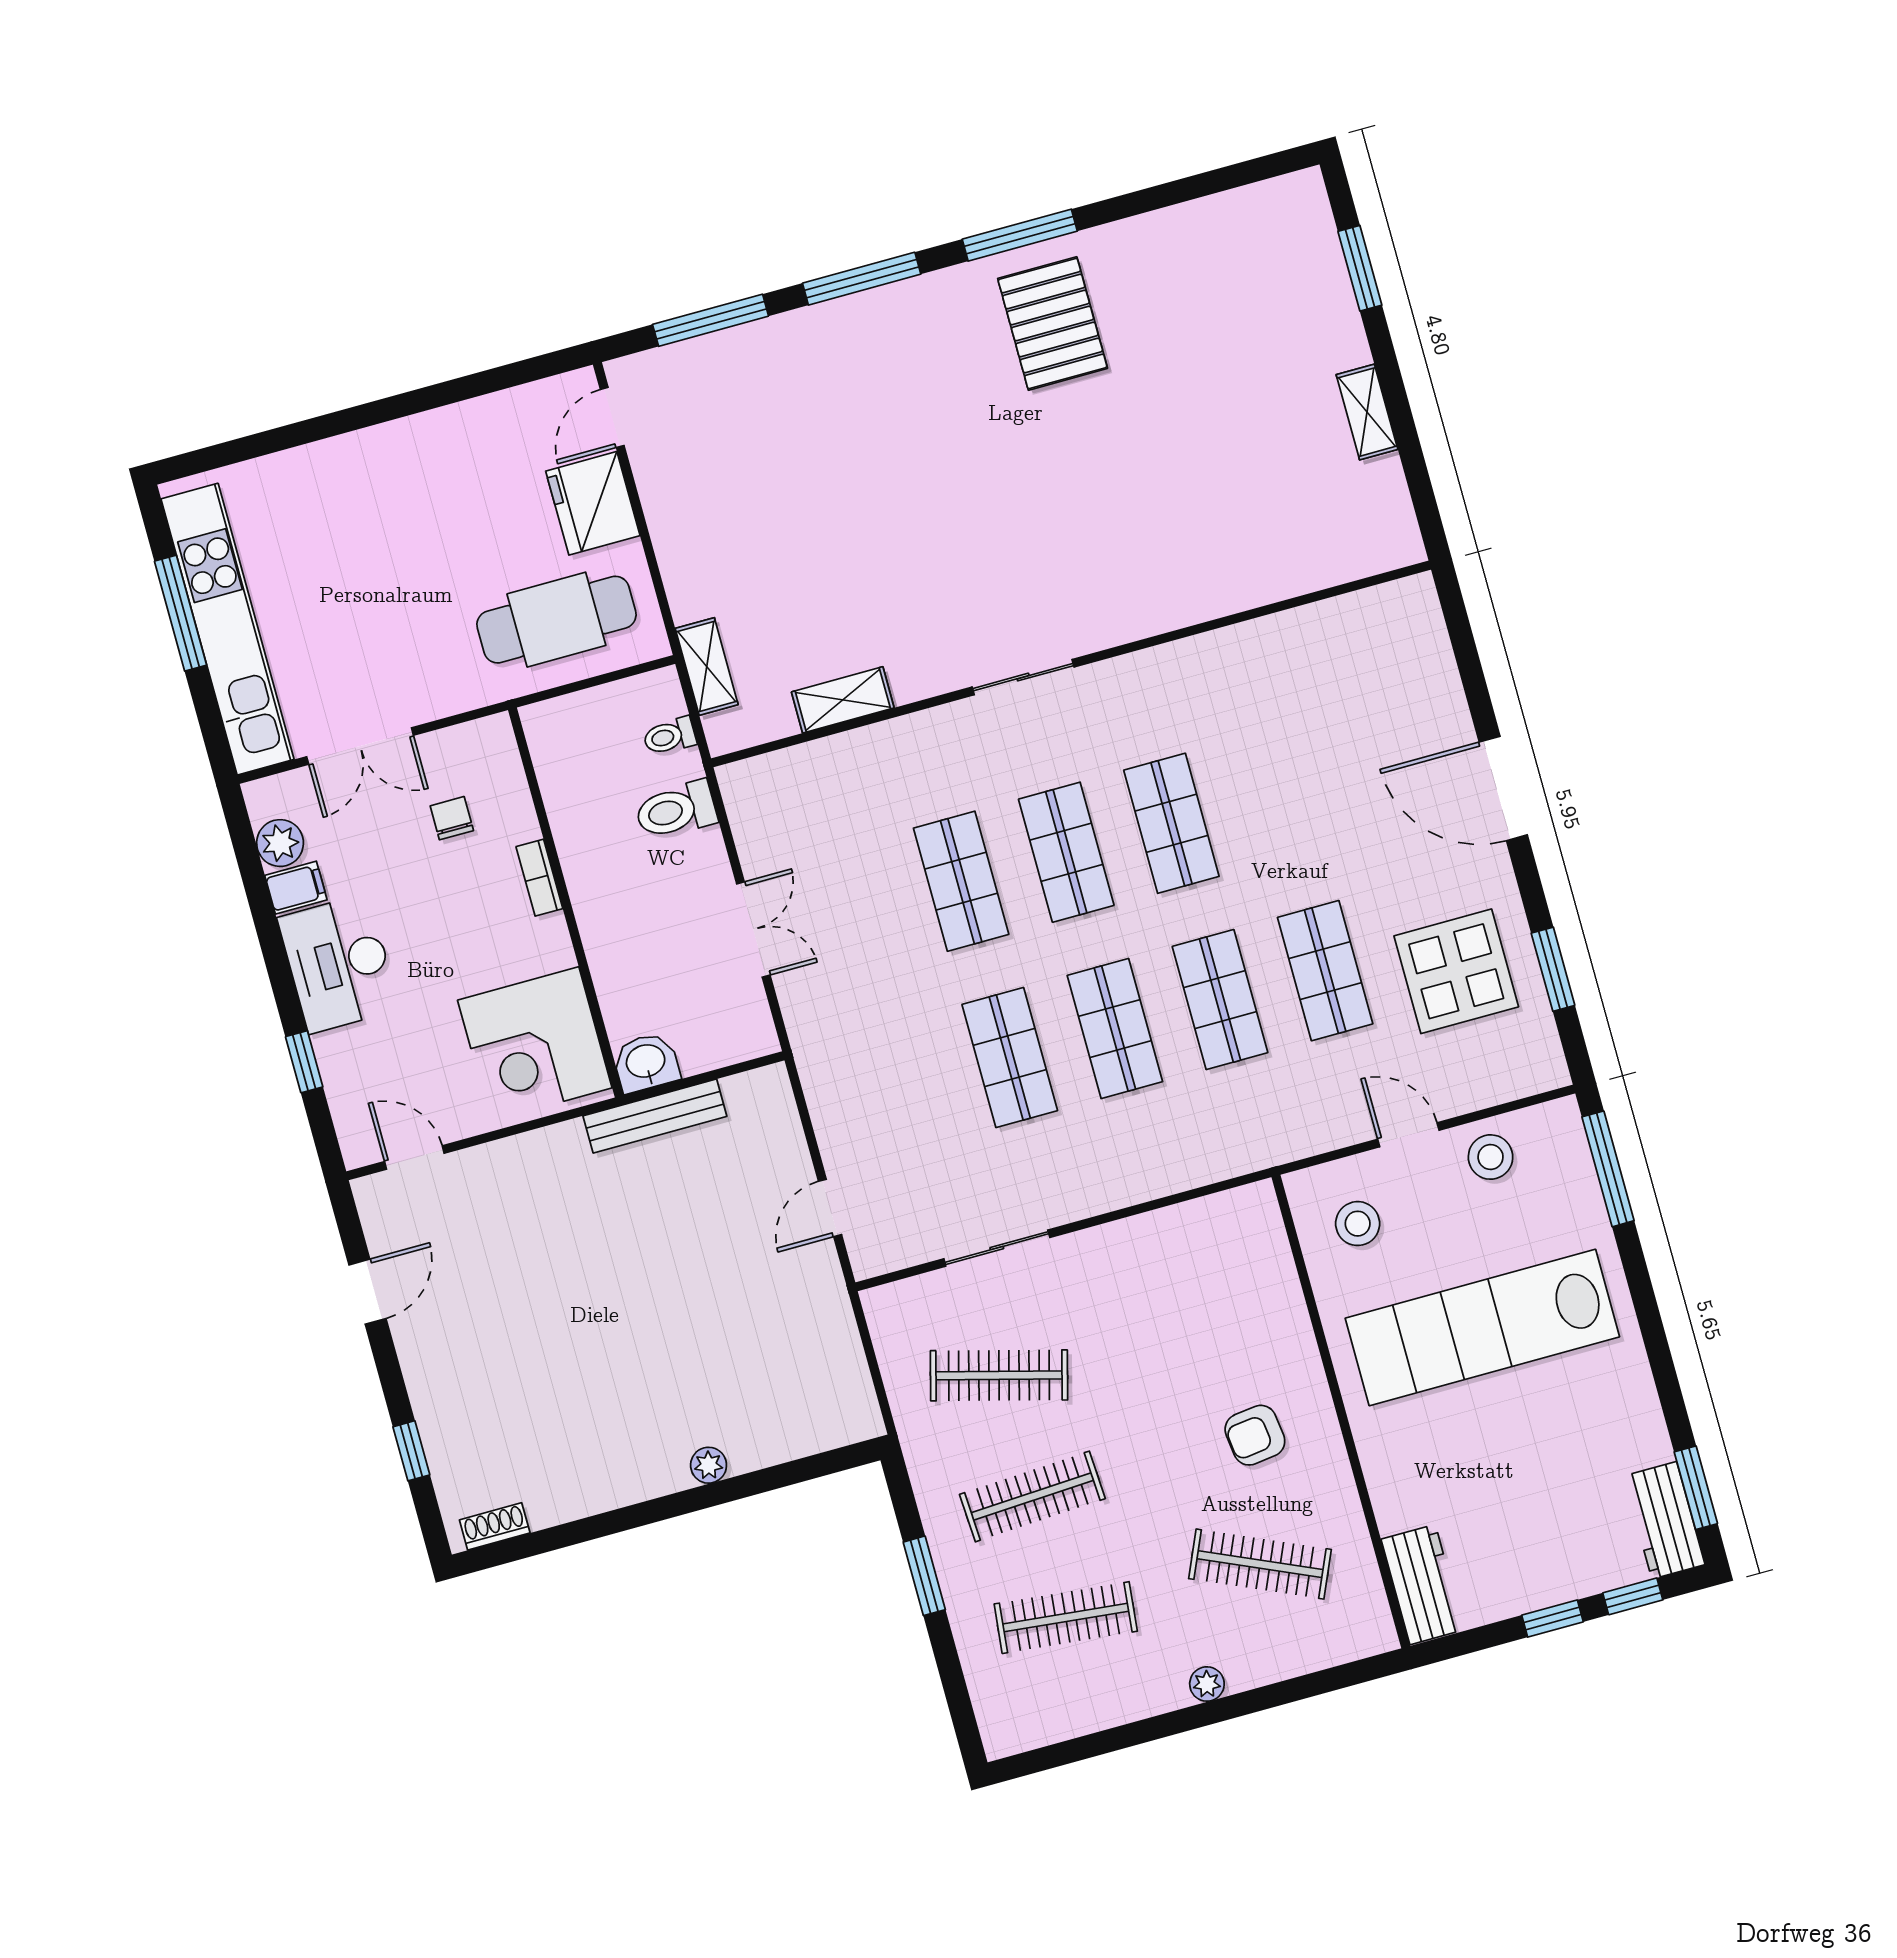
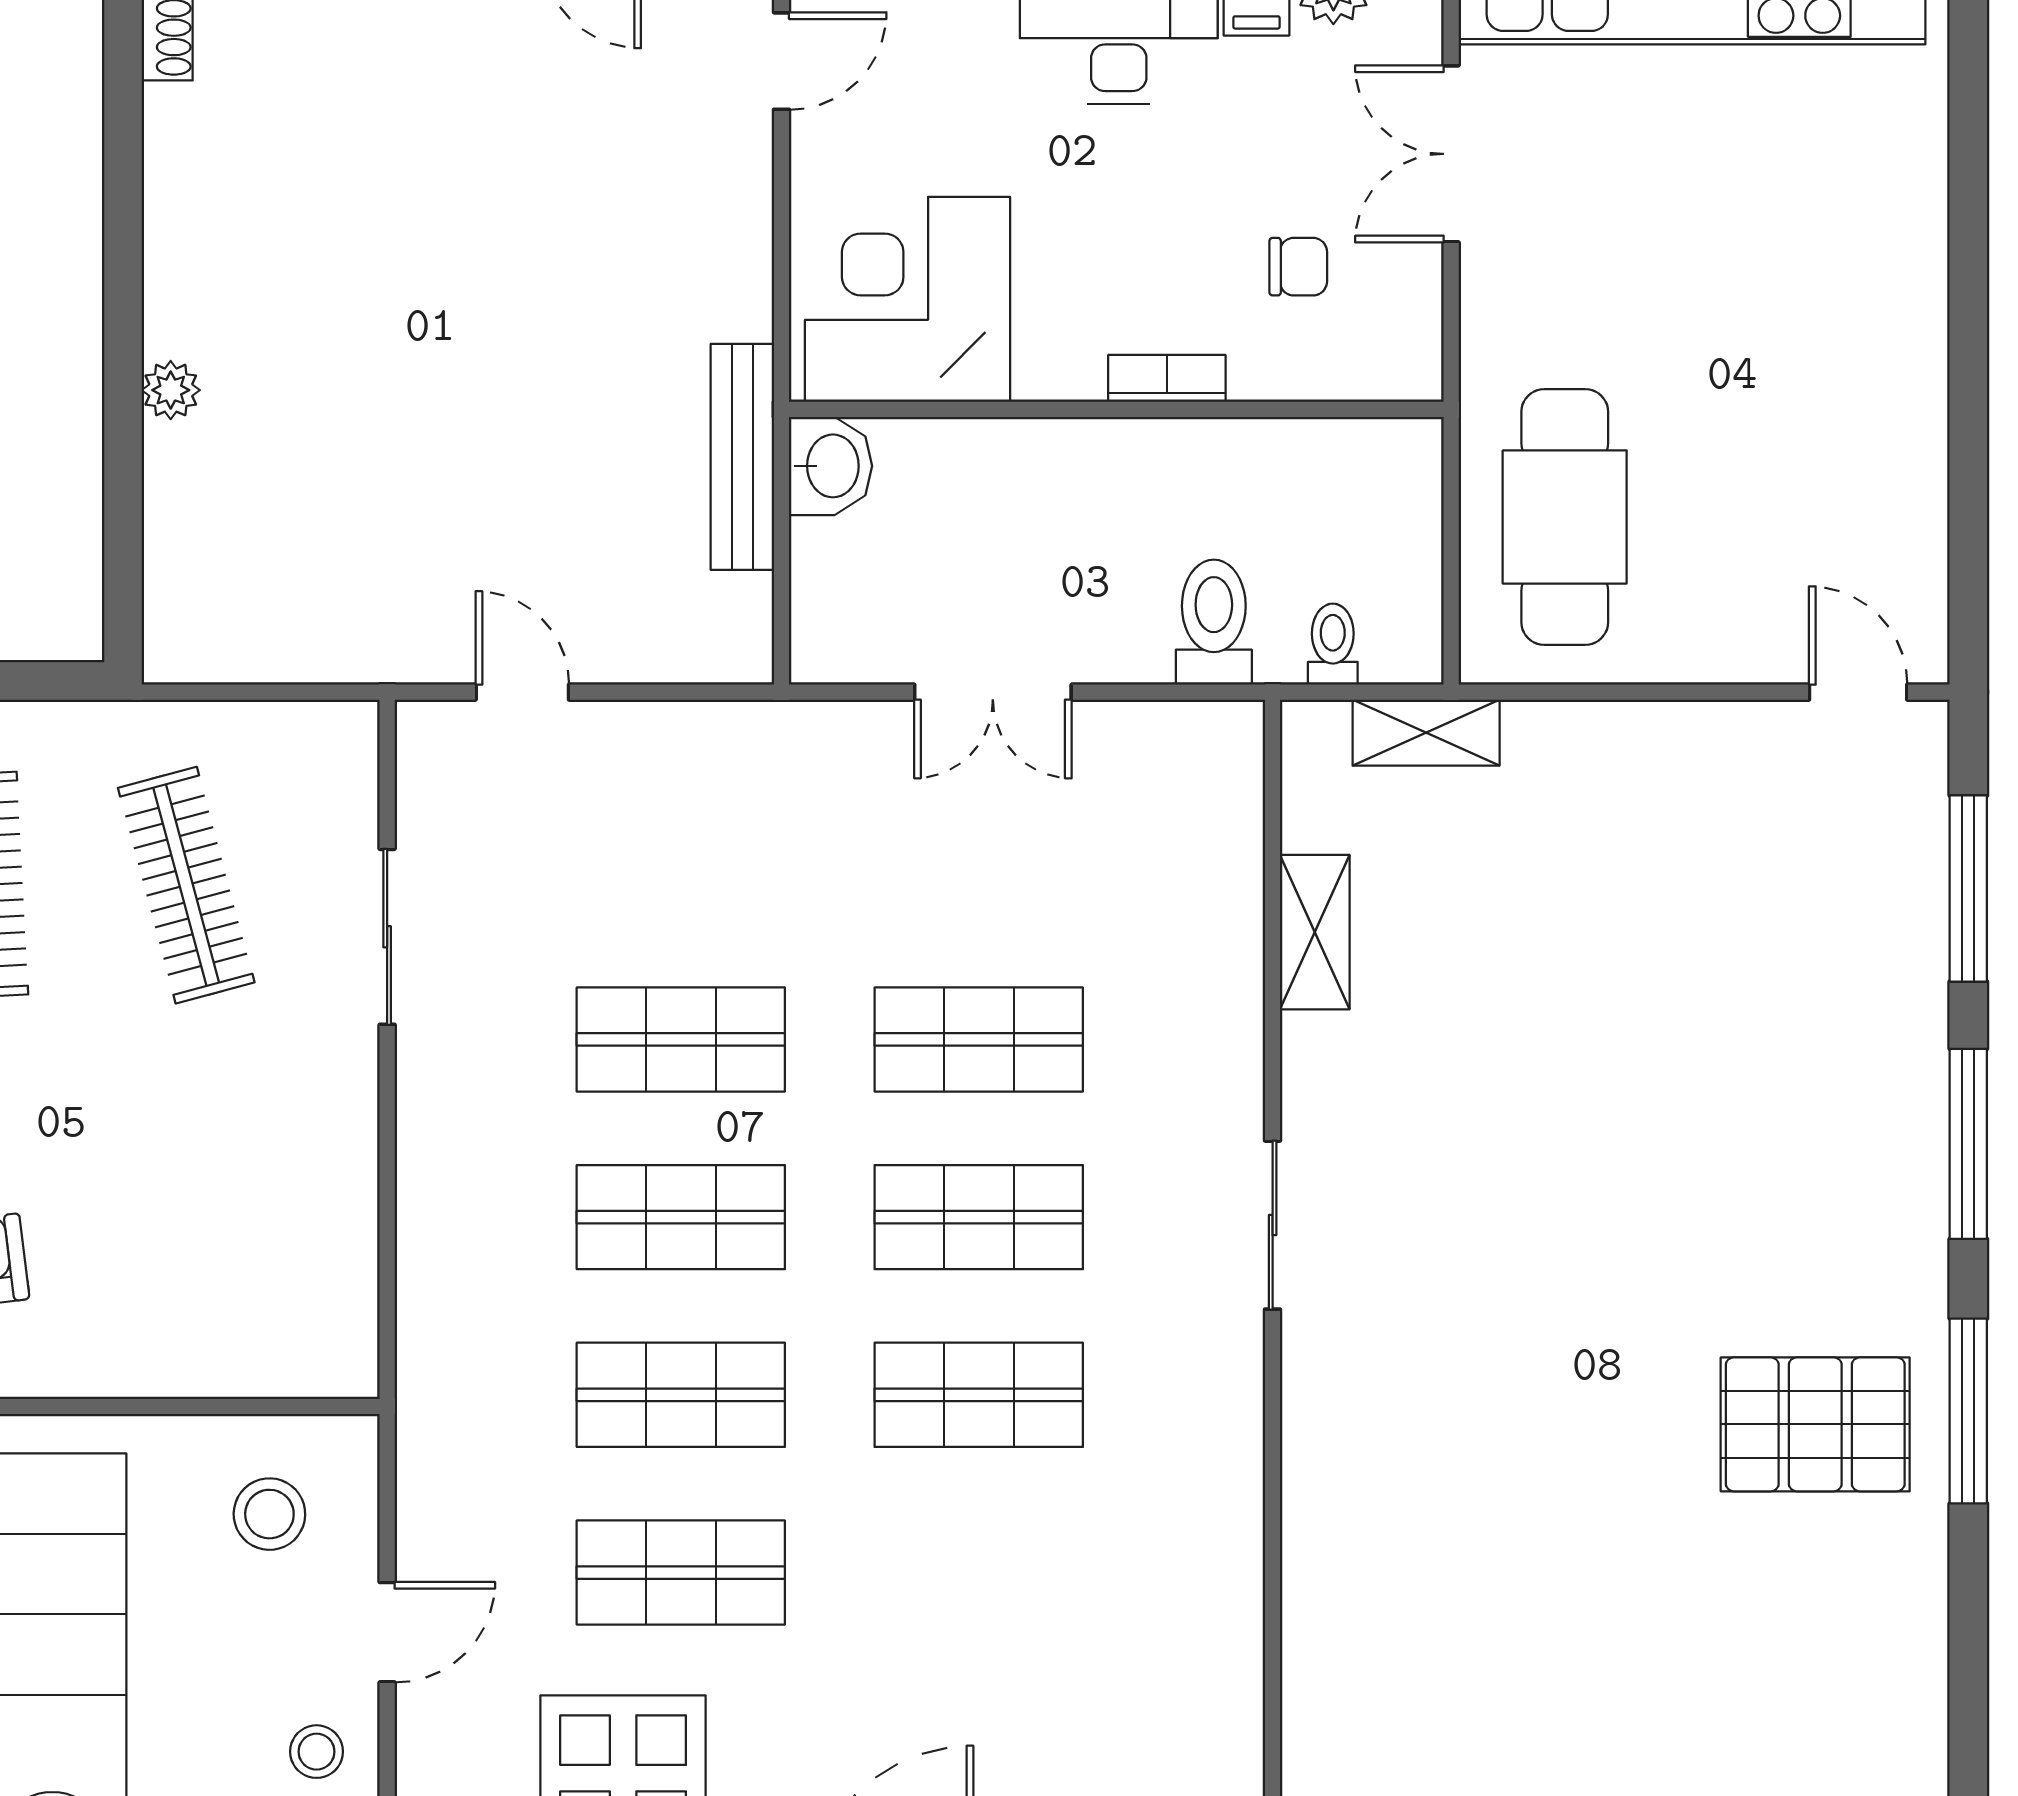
fridge: (593, 503) -> (1732, 624), removed
stool: (1491, 1157) -> (317, 1752), width x0.73, depth x0.73
clothes rail: (999, 1375) -> (186, 885), turned -30

